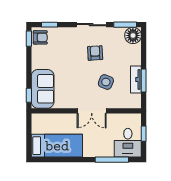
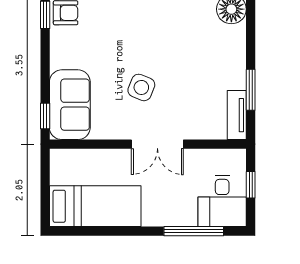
armchair: (95, 53) -> (164, 41), removed
tv unit: (136, 79) -> (237, 115), moved
side table: (106, 82) -> (141, 87), moved

